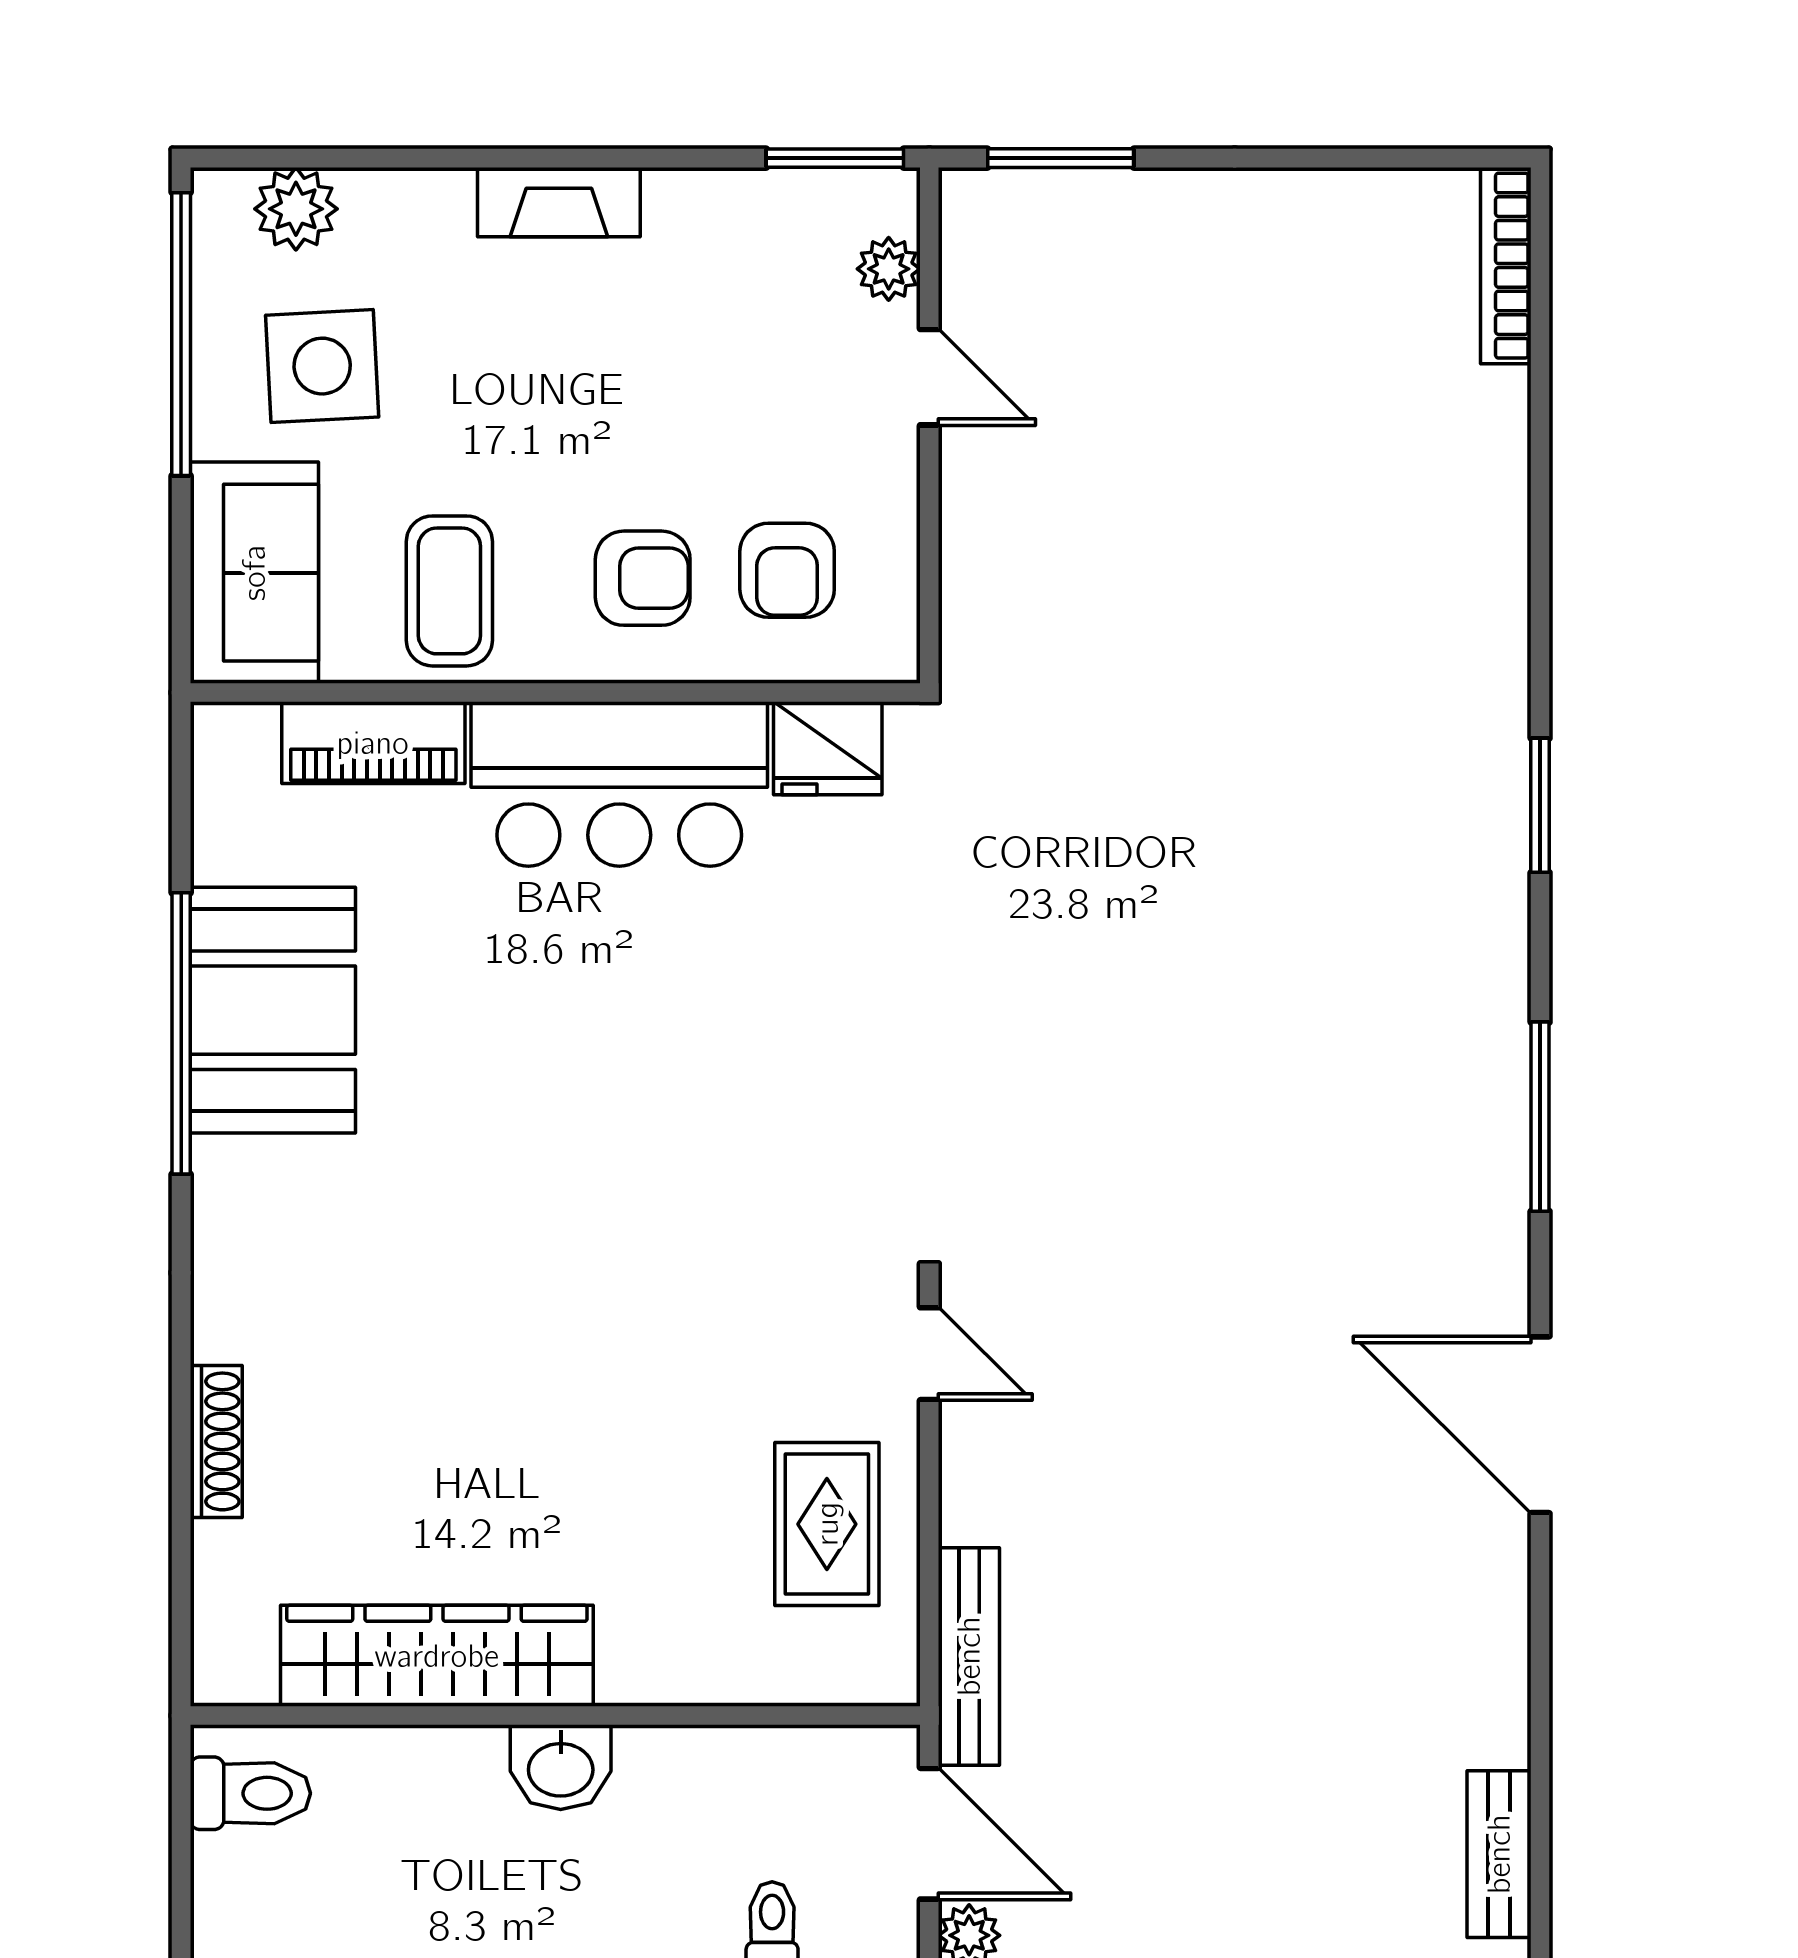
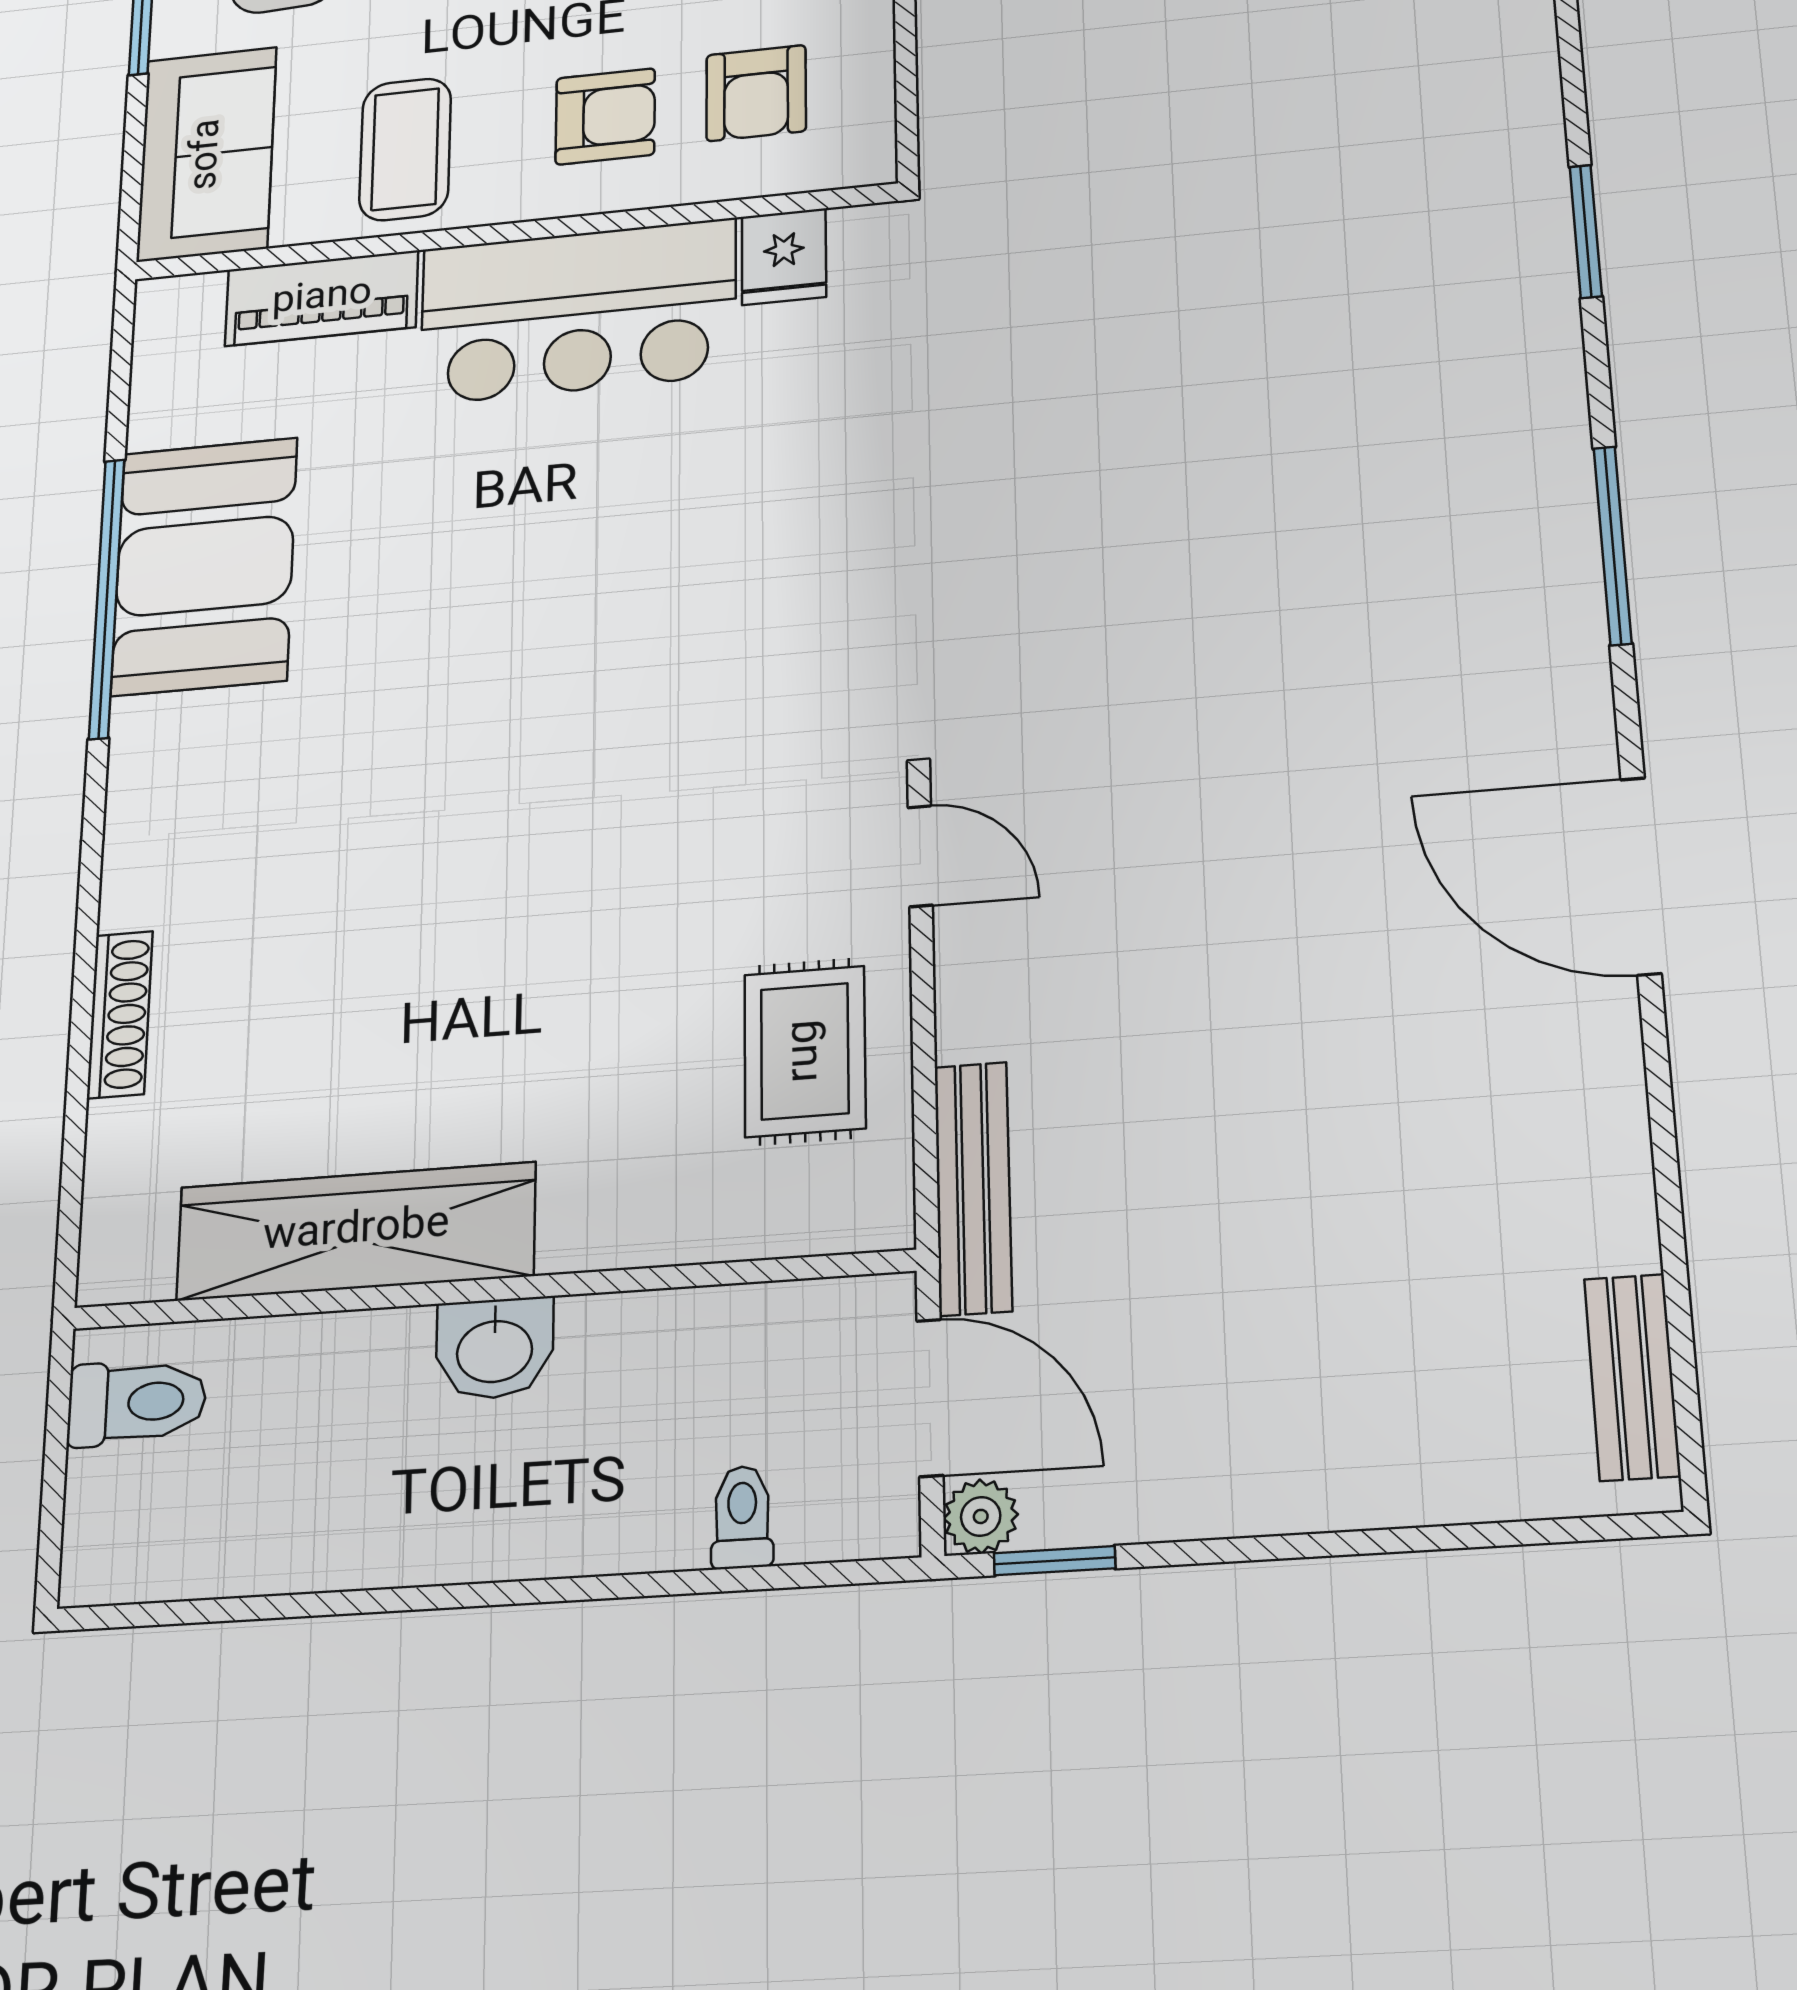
fridge: (828, 748) -> (784, 257), width x0.72

